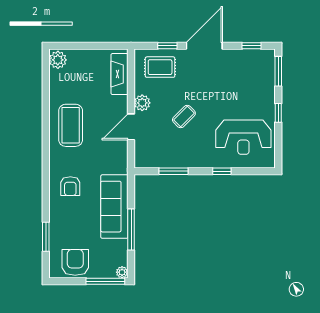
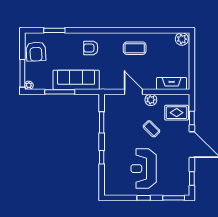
rug: (160, 67) -> (177, 113), turned 90
coffee table: (184, 117) -> (151, 129), moved
coffee table: (71, 125) -> (135, 48), width x0.73, depth x0.76
reception desk: (243, 137) -> (144, 169), moved
armchair: (75, 262) -> (36, 52), turned 87

